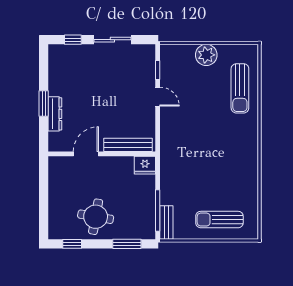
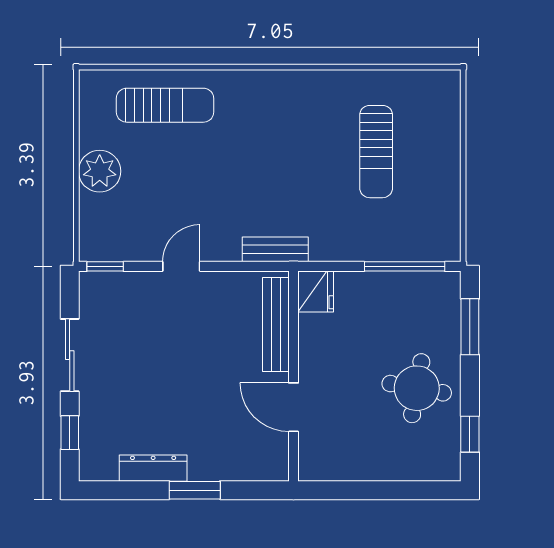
window: (158, 70) -> (105, 266), moved
dresser: (55, 114) -> (153, 468), moved
sun lounger: (219, 220) -> (376, 152), moved
bench: (166, 222) -> (275, 249), moved

